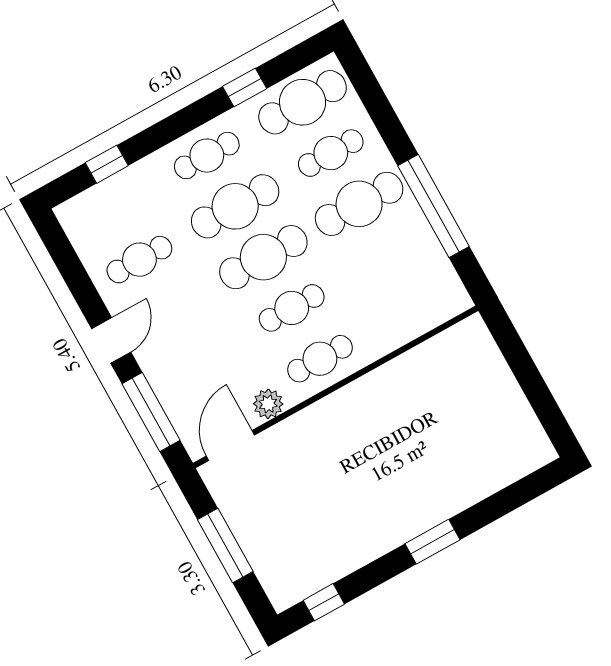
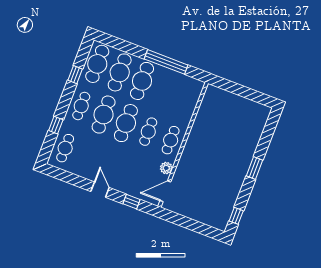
cafe table: (331, 153) -> (120, 72), width x1.37, depth x1.35
window: (107, 164) -> (56, 125), moved
cafe table: (139, 260) -> (65, 148), moved
window: (151, 412) -> (131, 202), width x0.46
door: (230, 445) -> (165, 191), hinge flipped
window: (225, 545) -> (190, 224), removed

